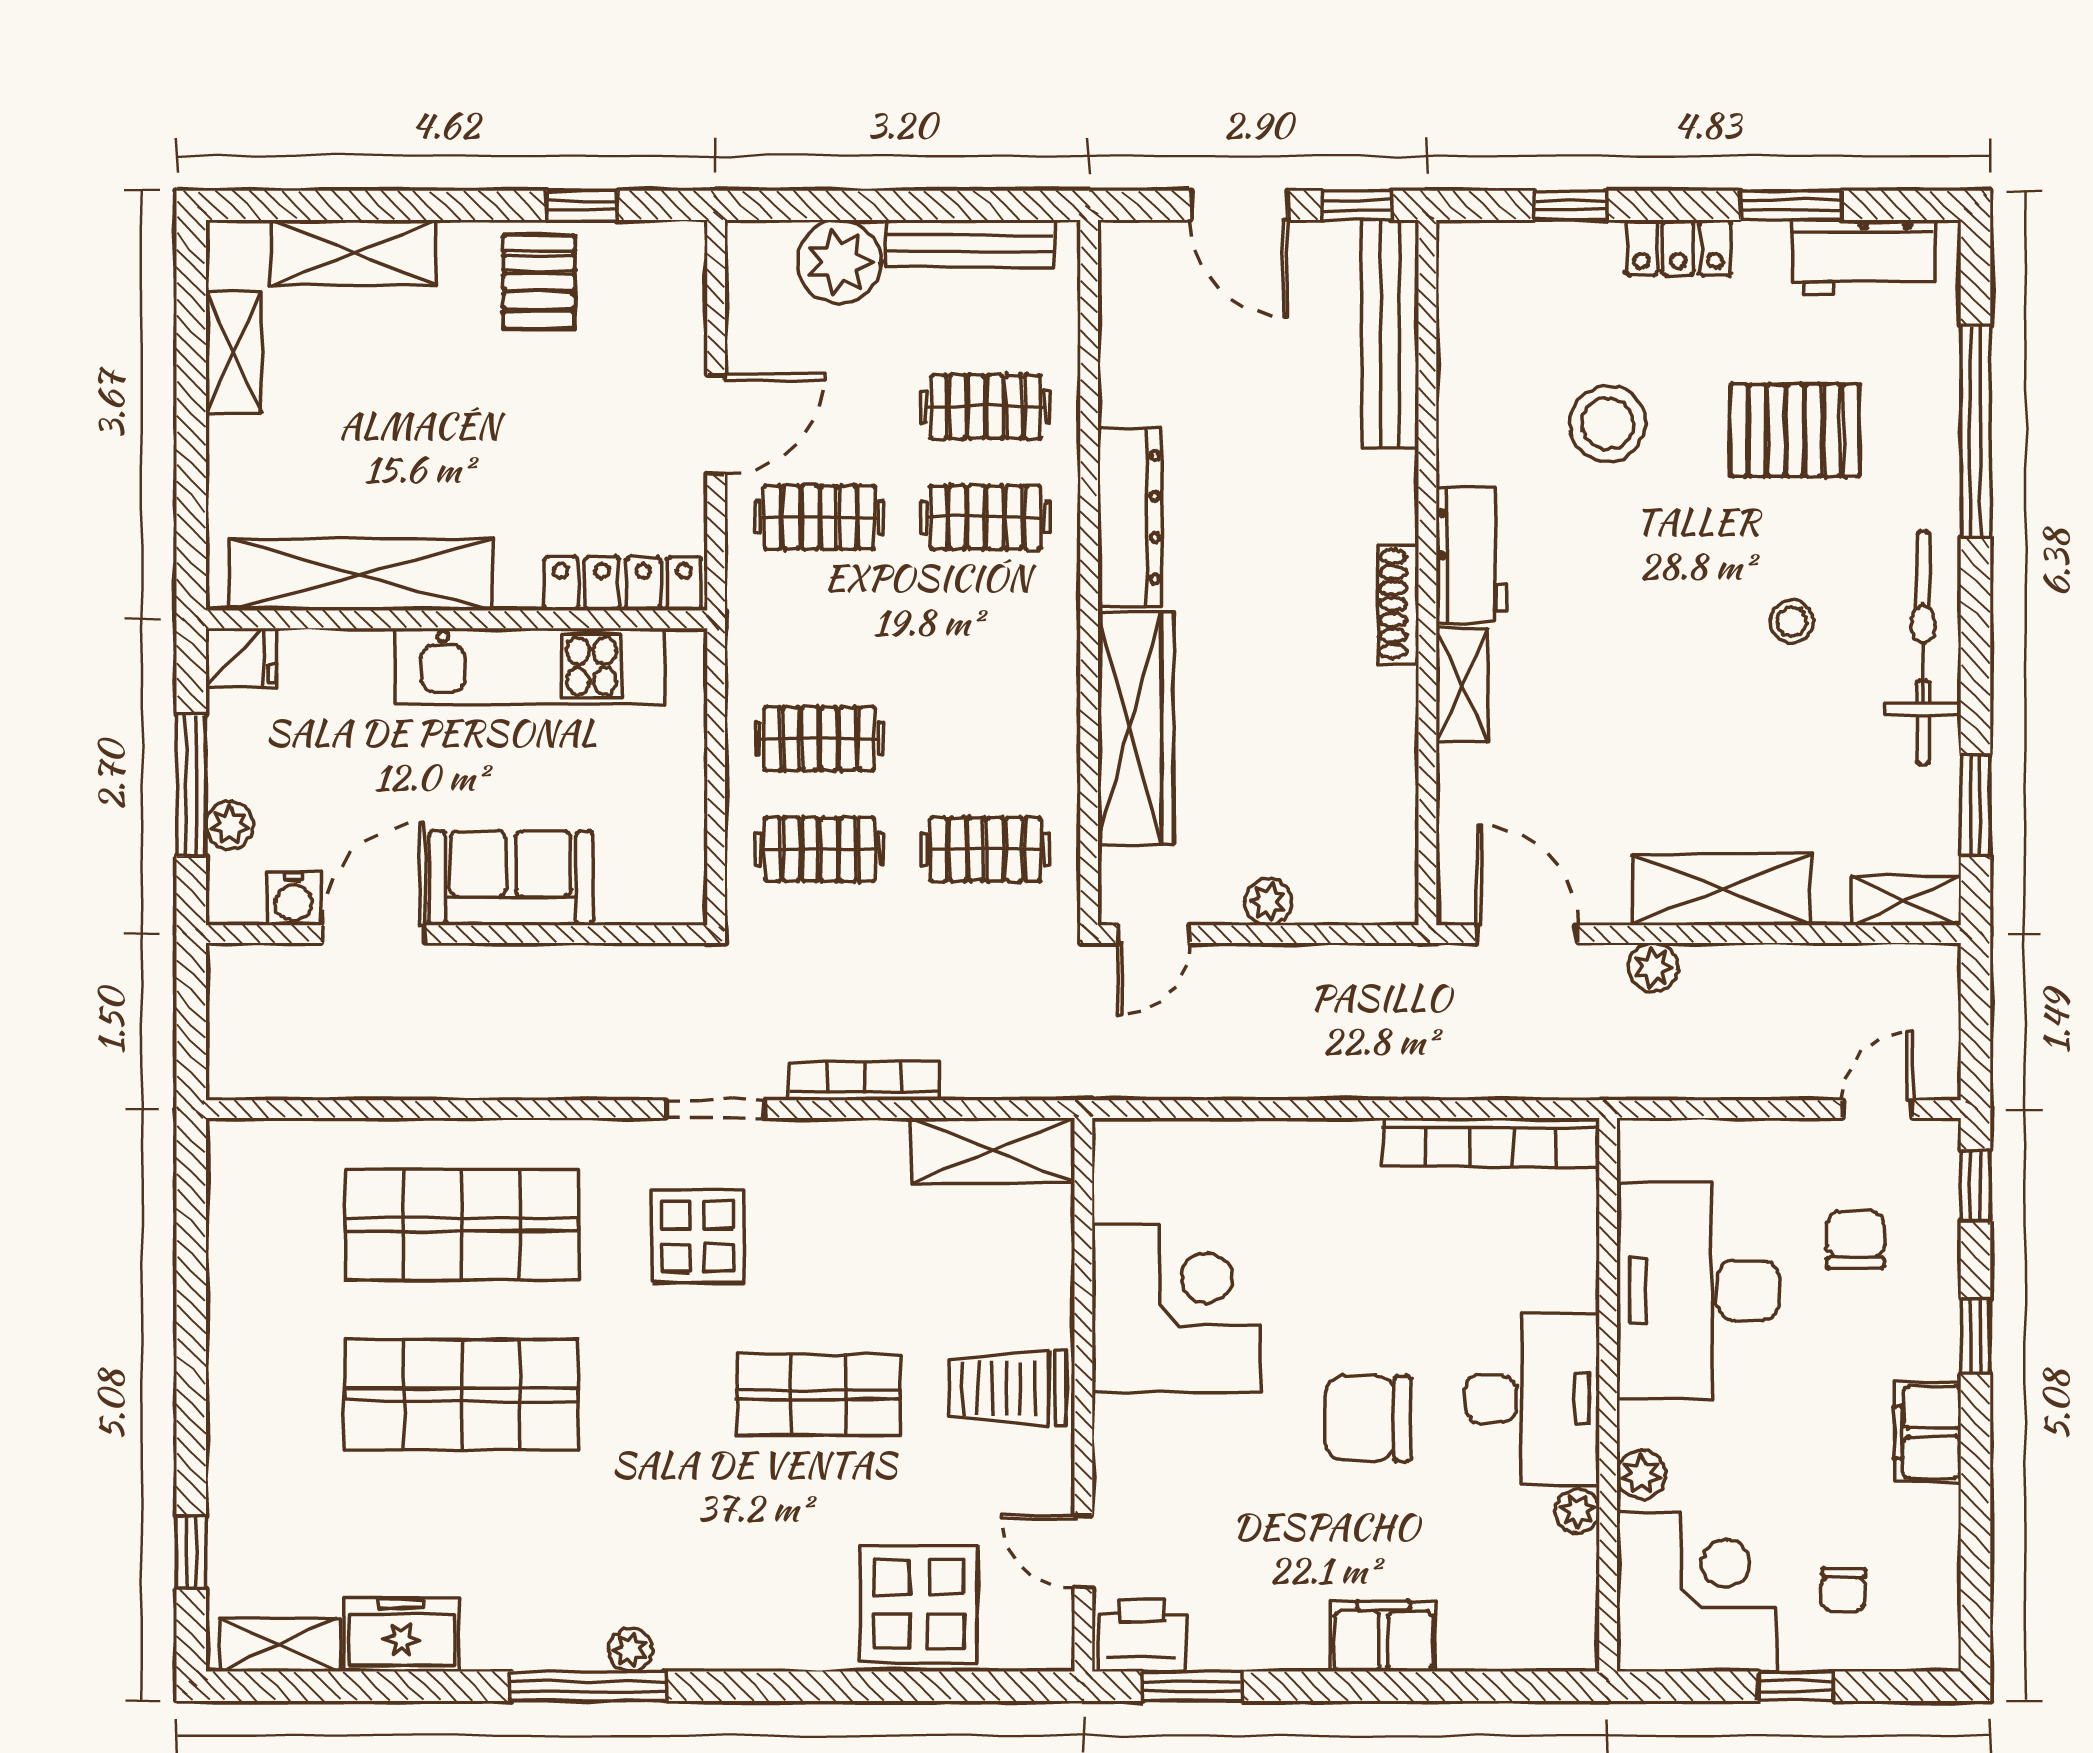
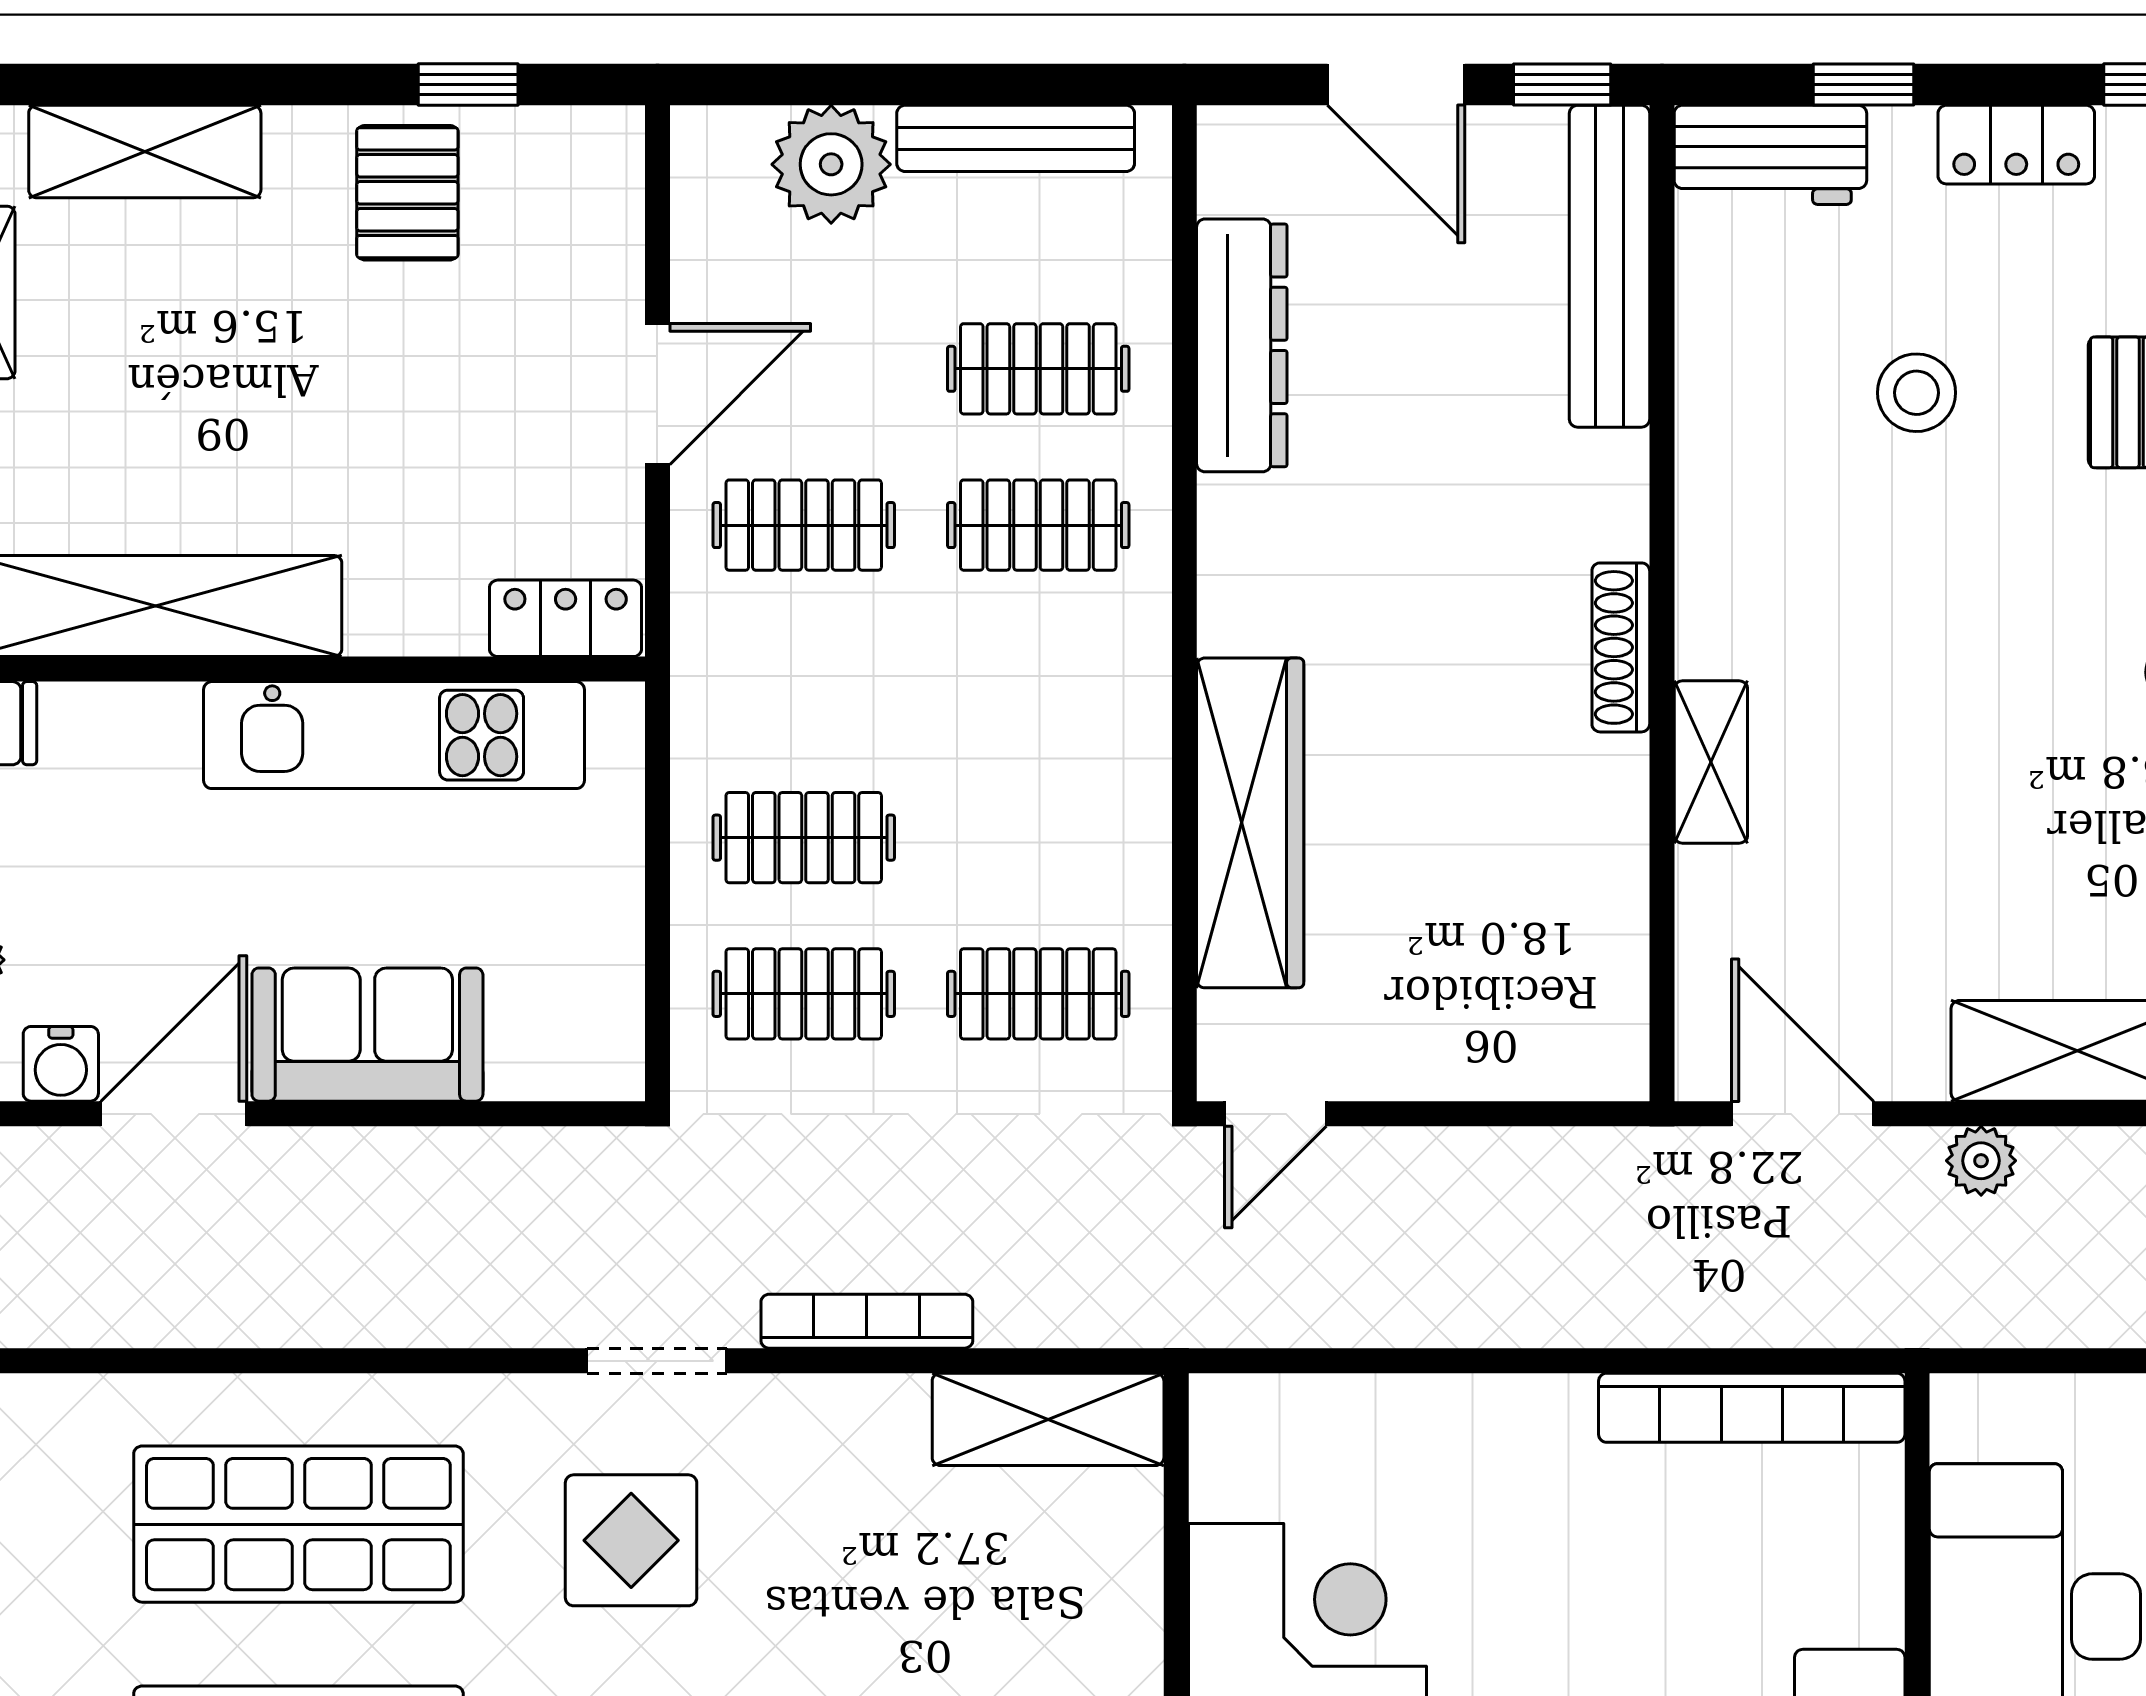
stool: (1608, 424) -> (1917, 393), width x0.73, depth x0.73
dresser: (1130, 517) -> (1242, 345), moved
workbench: (1471, 555) -> (1770, 155), moved, turned 90
locker: (623, 583) -> (566, 618), width x0.66
plant: (1268, 902) -> (1437, 1068), removed

